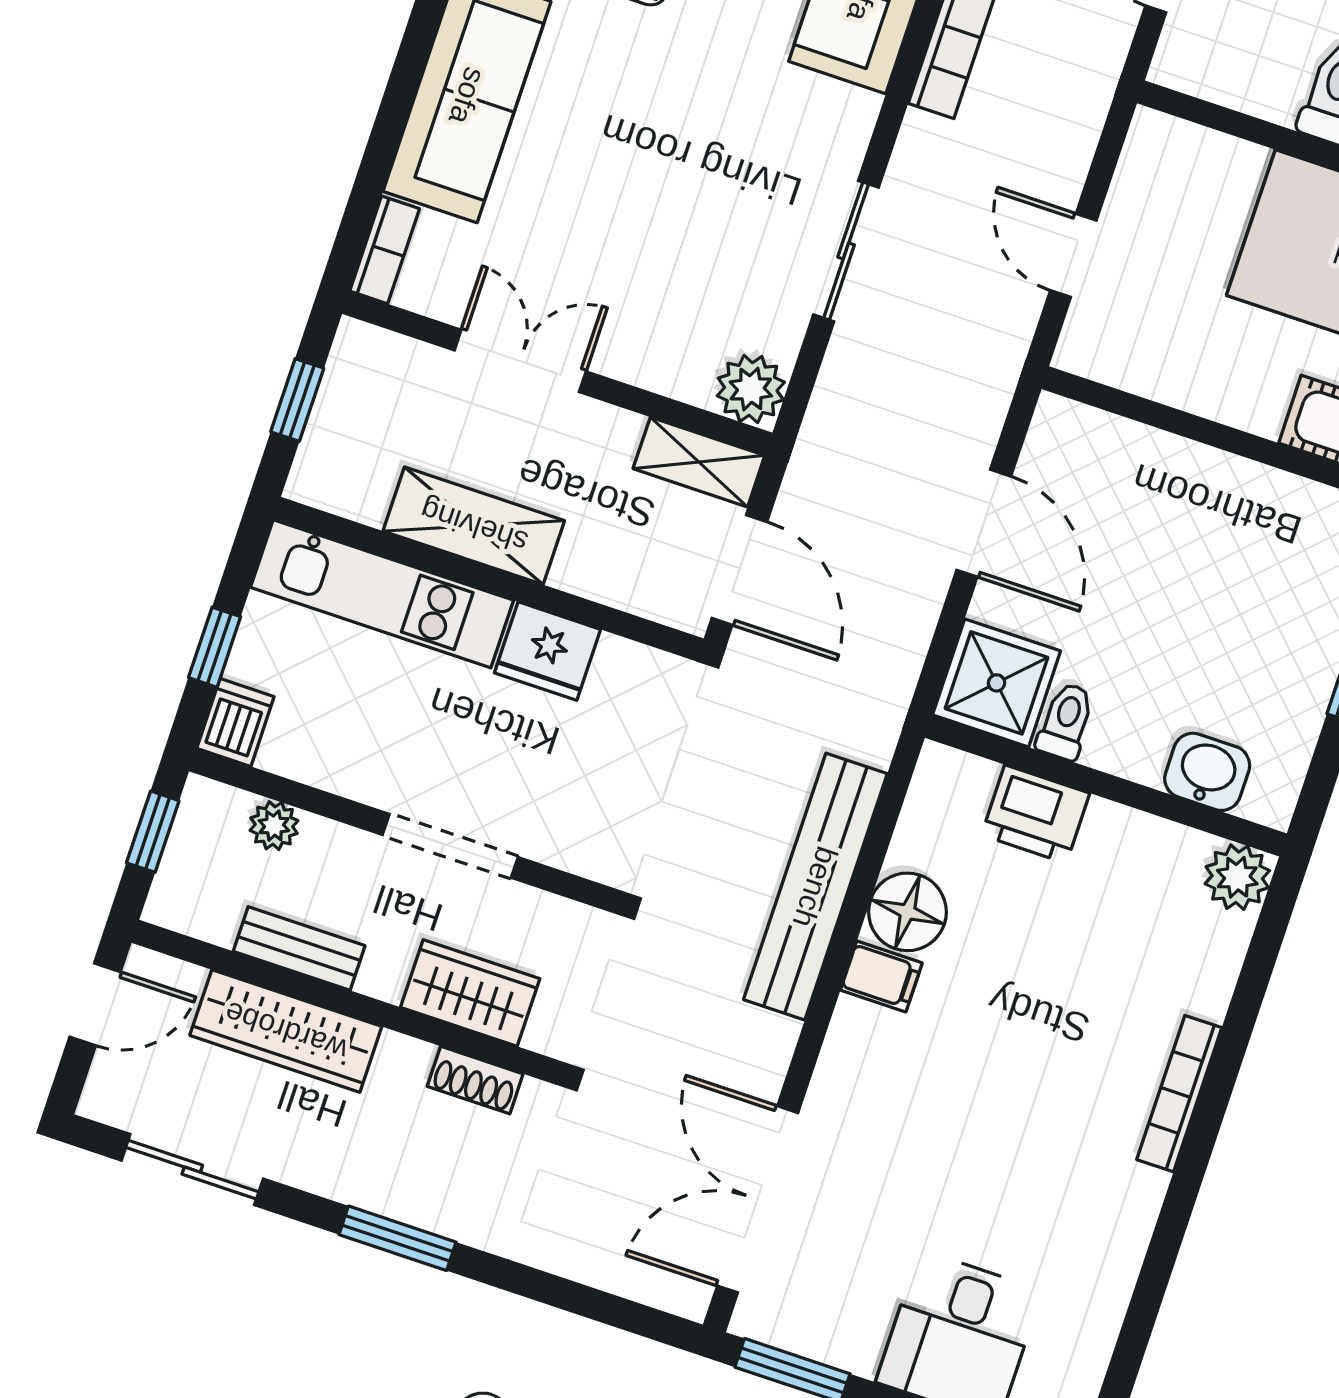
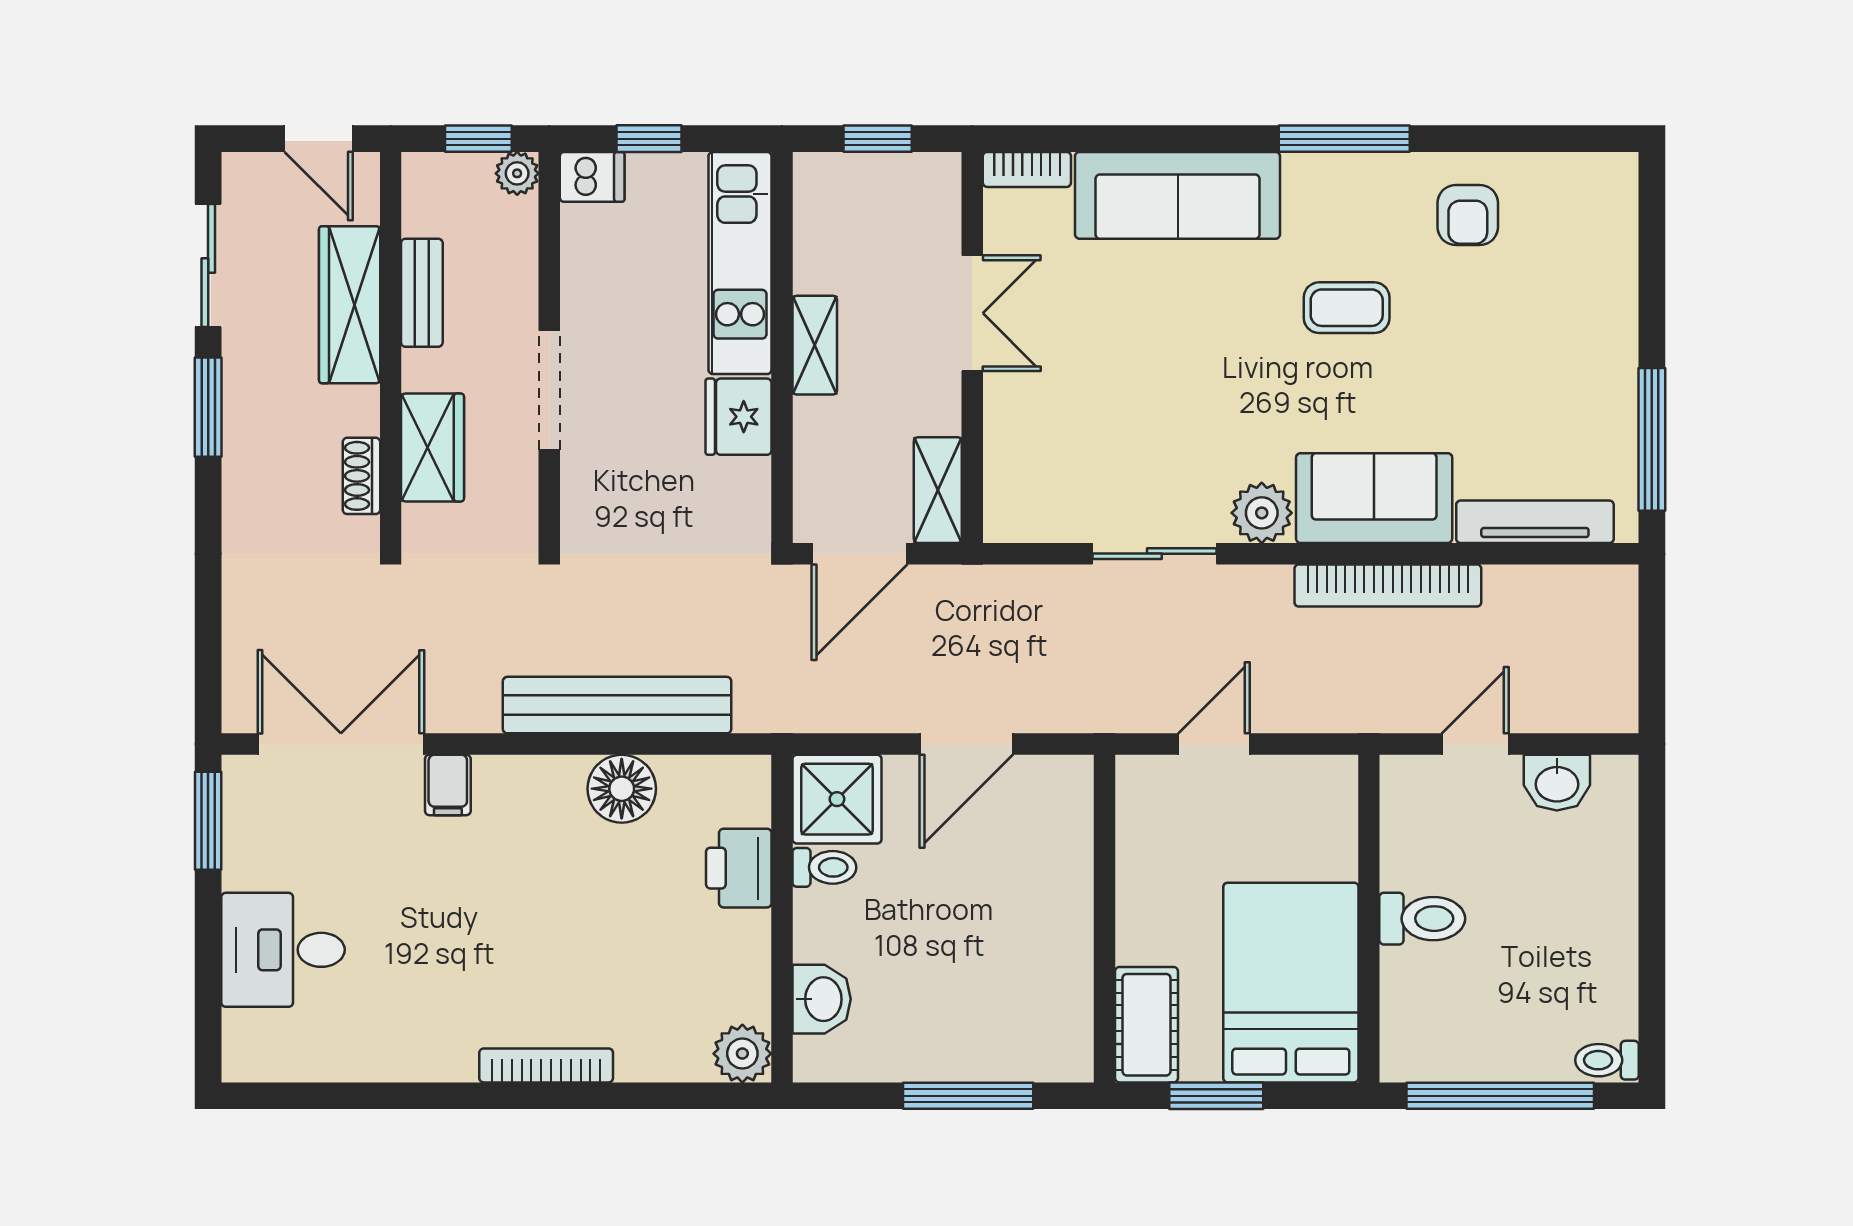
plant: (751, 389) -> (1262, 513), moved
shelving: (474, 526) -> (815, 345), width x0.67, depth x0.75
plant: (274, 826) -> (517, 173), moved
filing cabinet: (881, 977) -> (448, 785), moved
window: (398, 1238) -> (208, 407), moved

